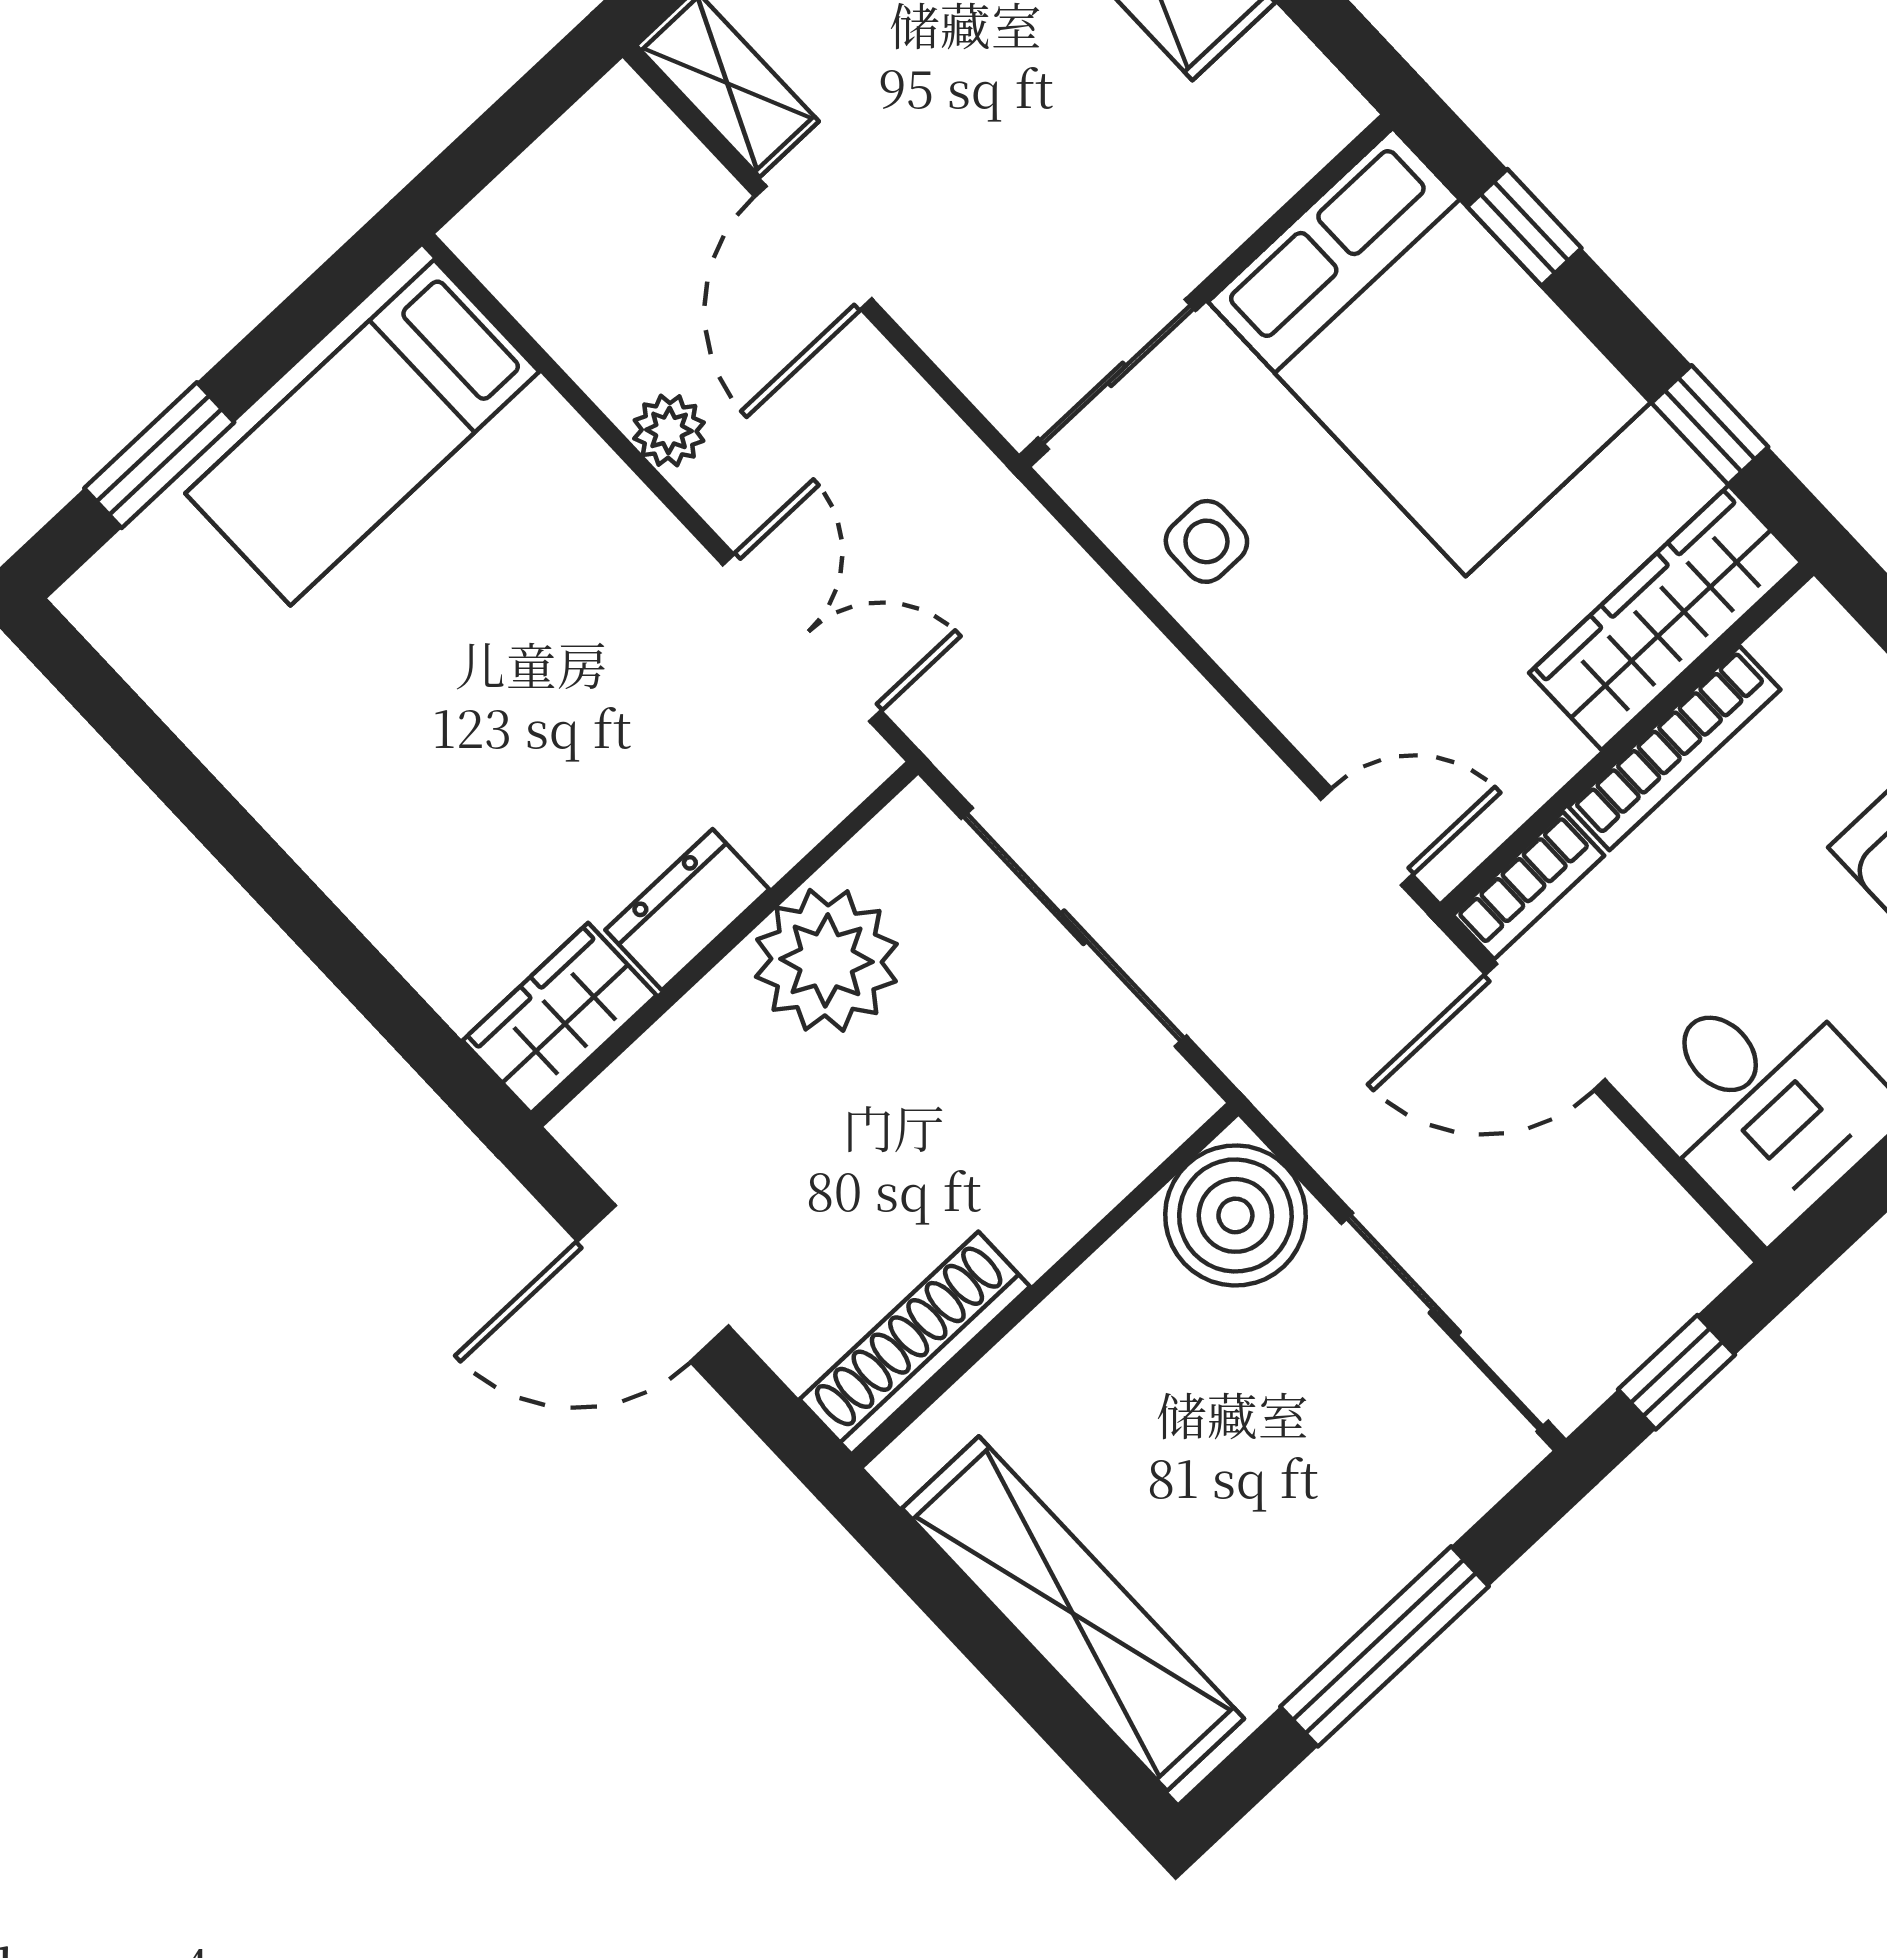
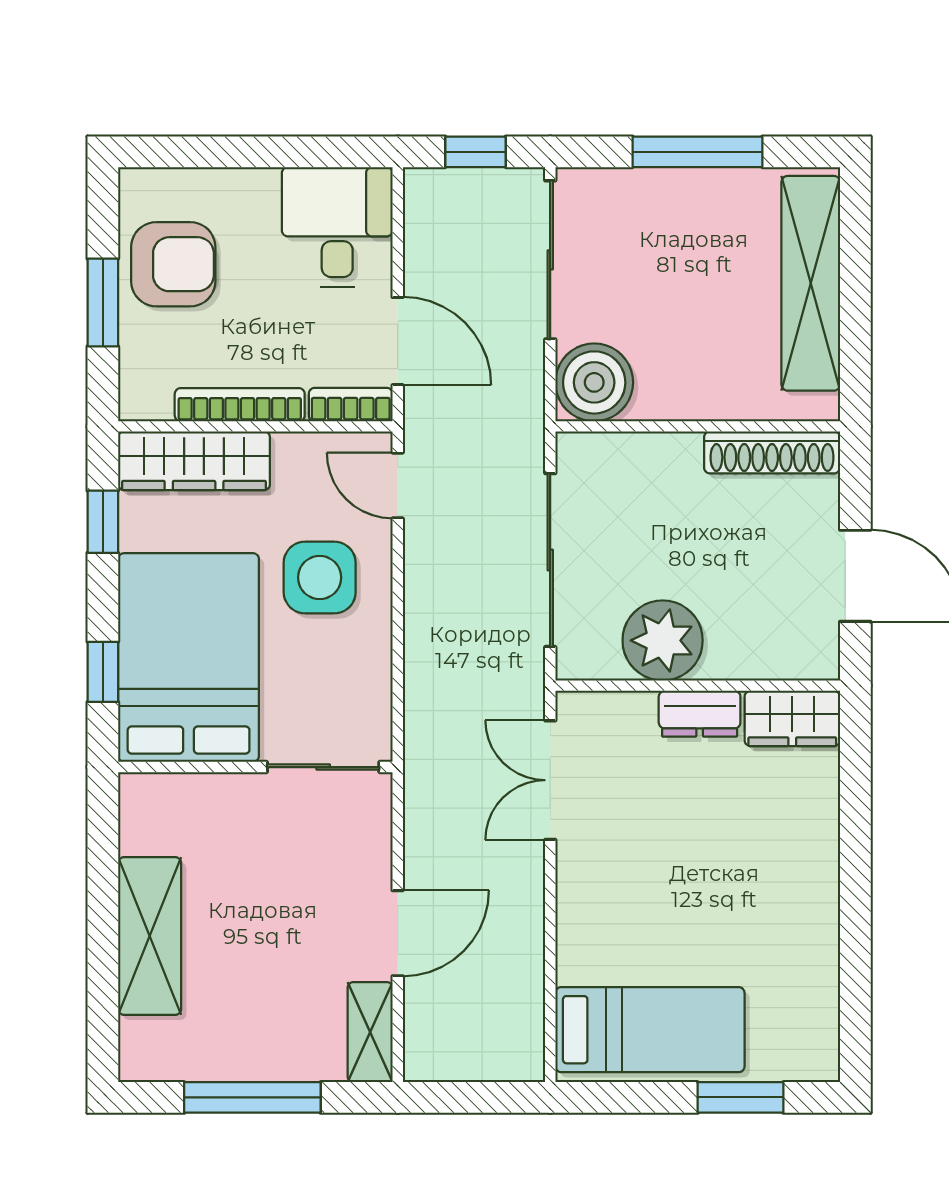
plant: (669, 430) -> (525, 914), removed
side table: (1206, 541) -> (320, 578), moved, width x1.87, depth x1.87

